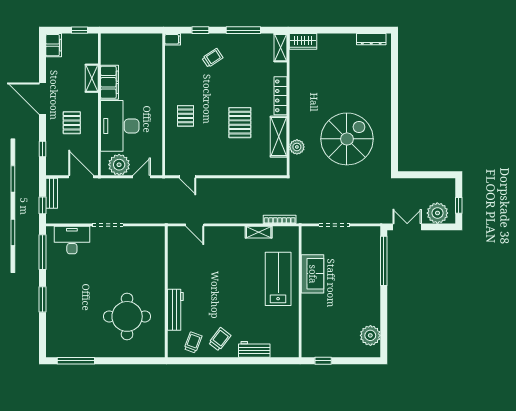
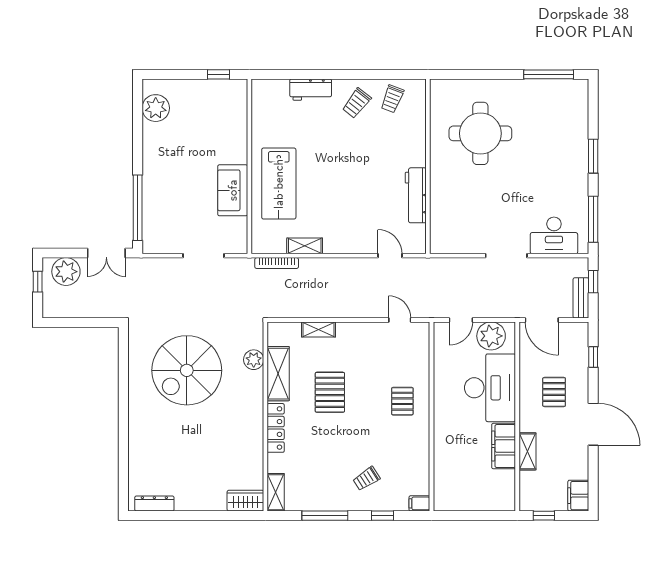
shelving: (248, 170) -> (319, 329), added
workbench: (175, 310) -> (416, 195), moved

